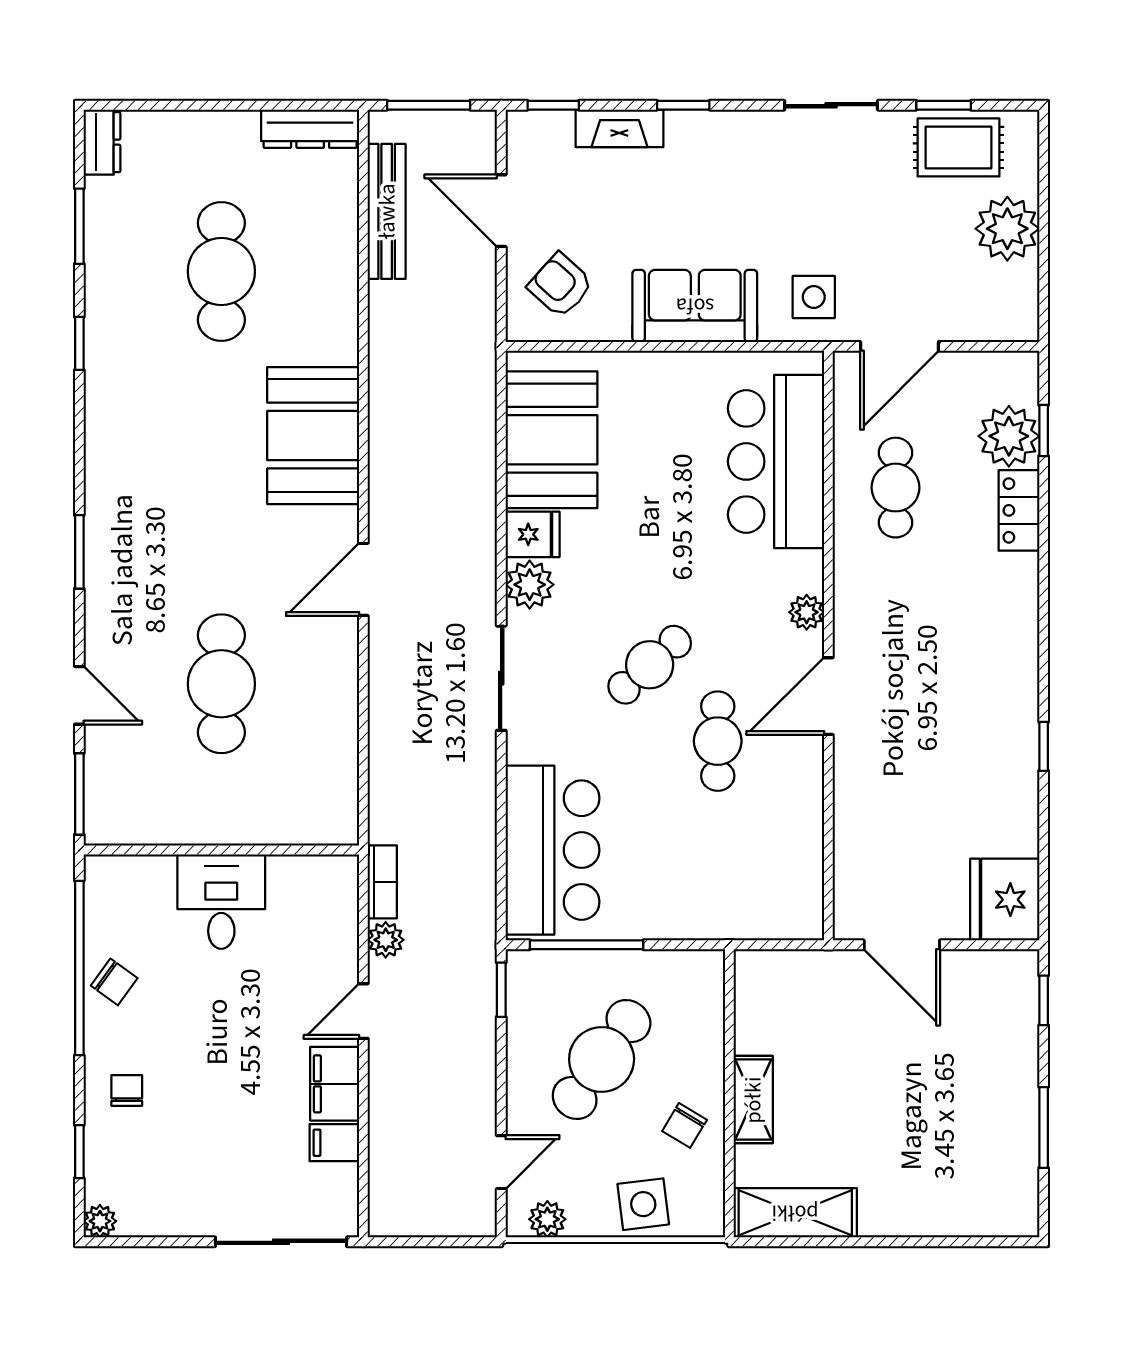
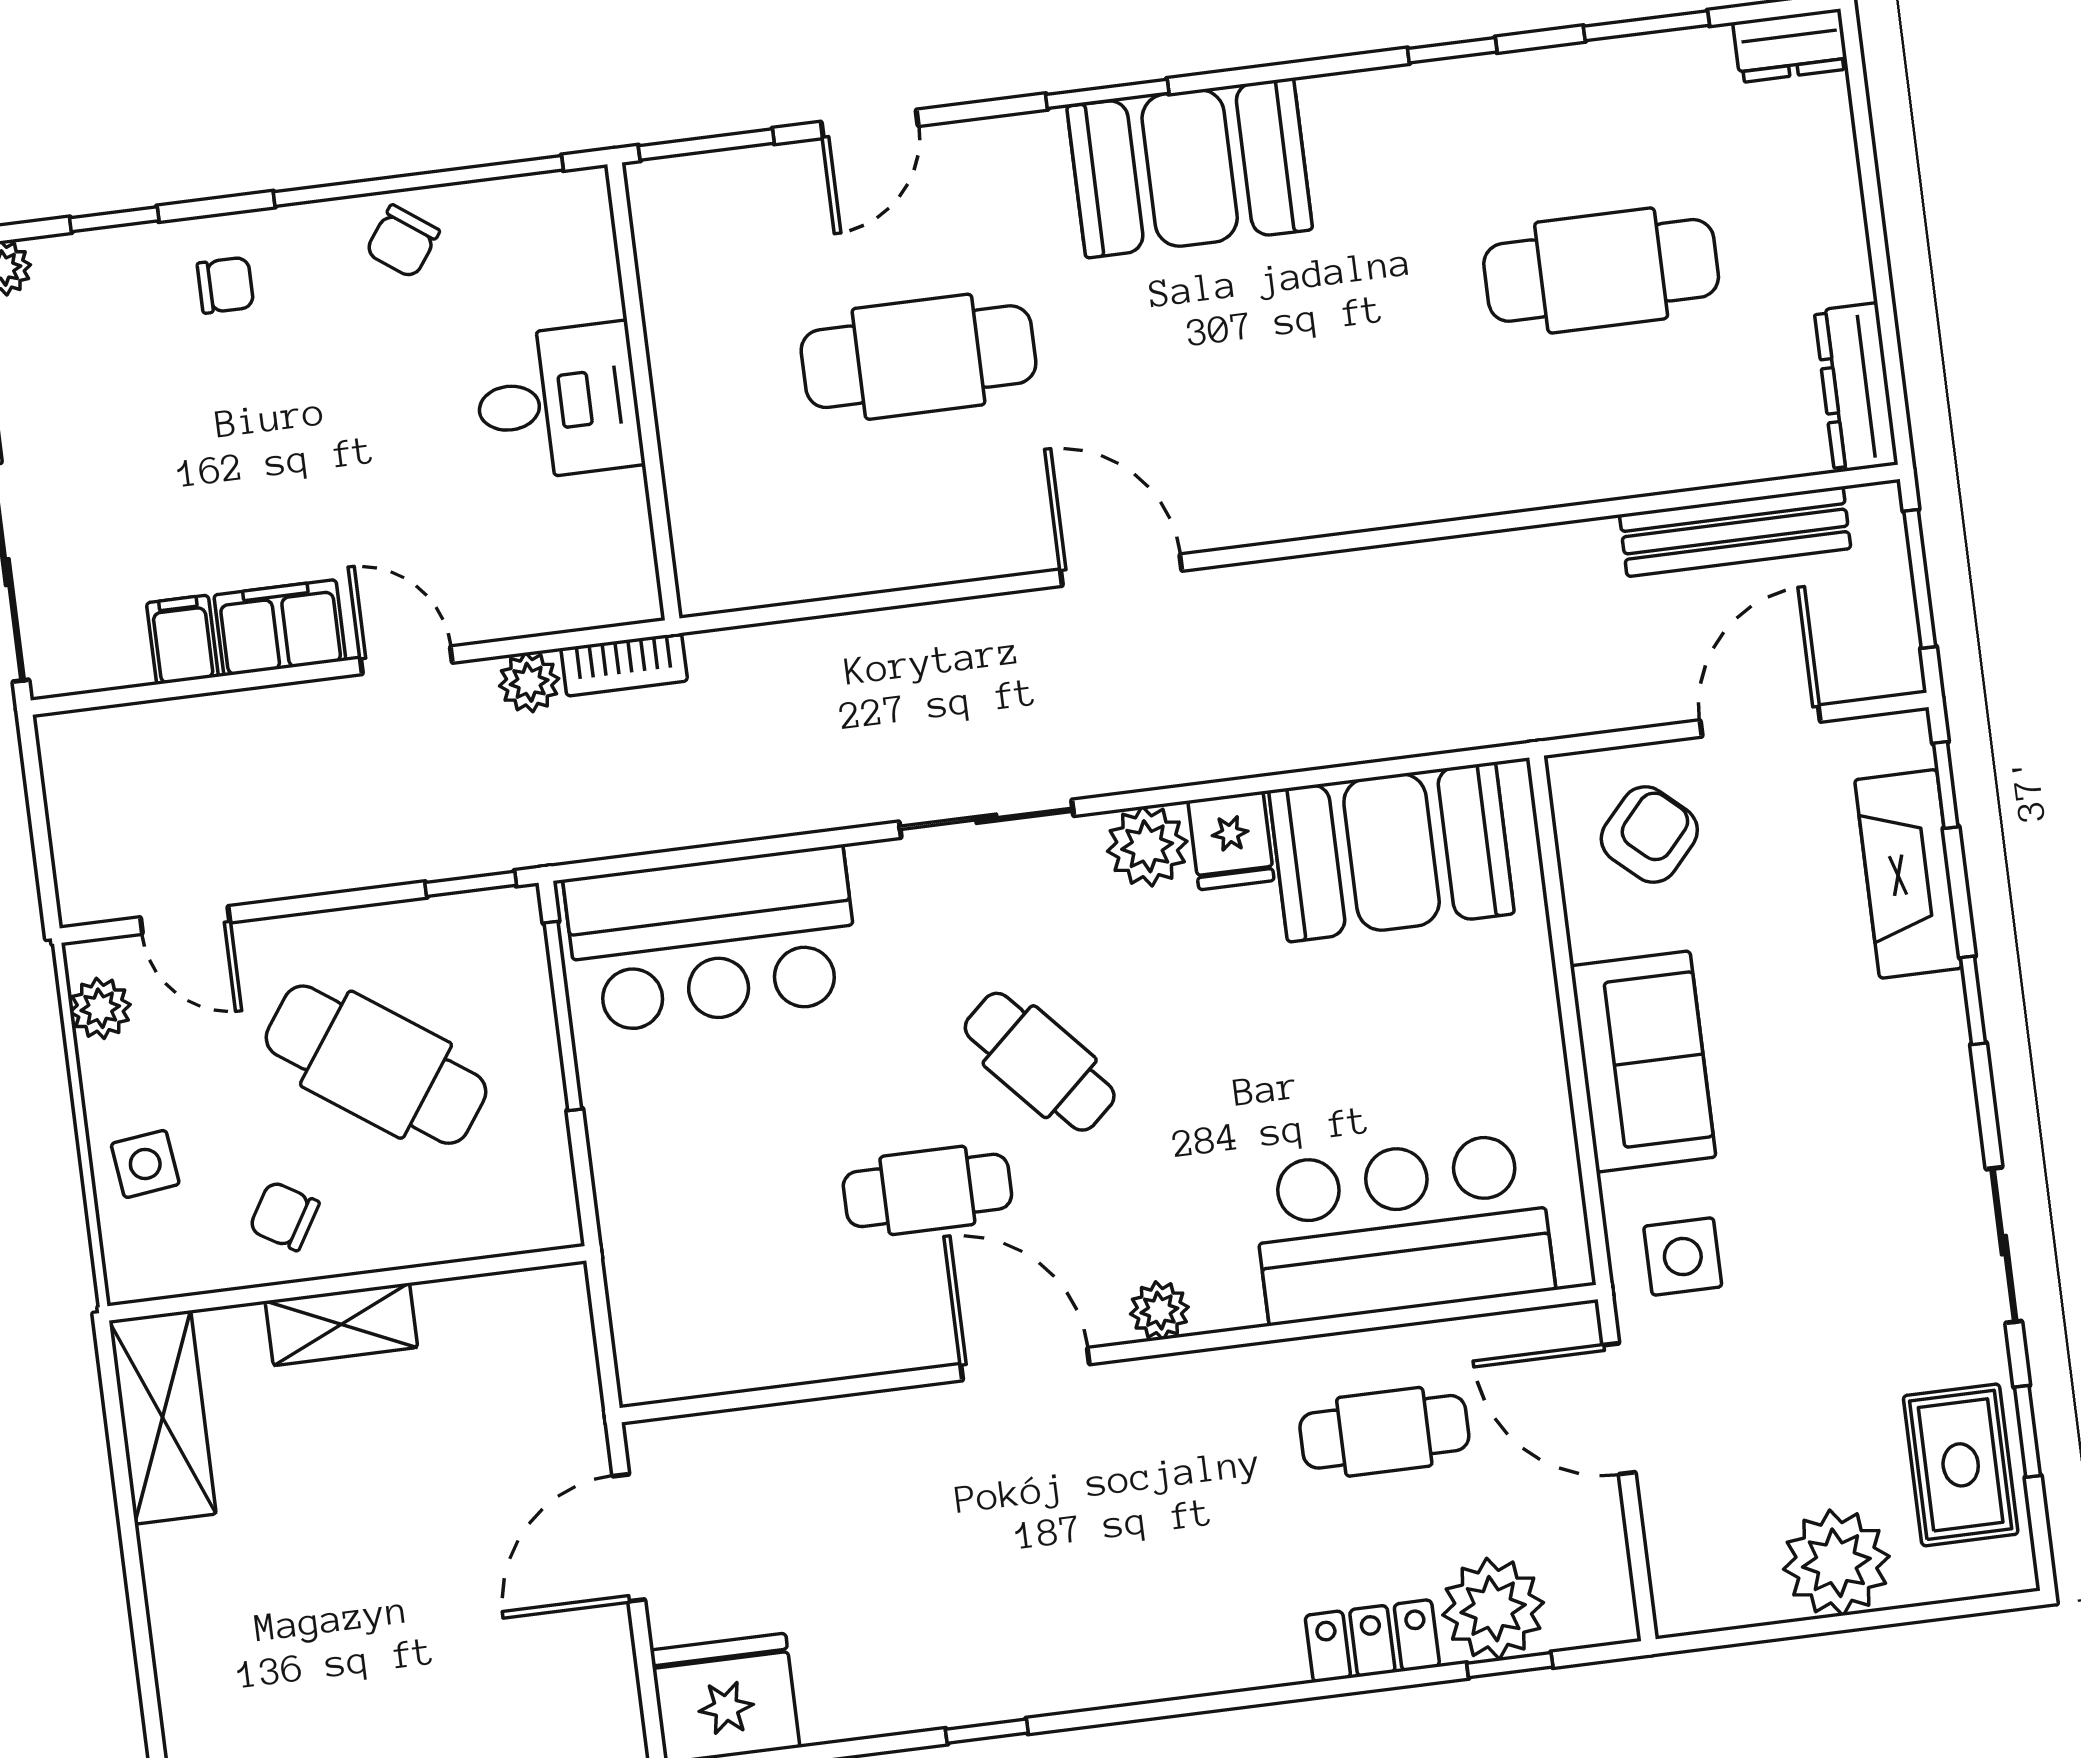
fireplace: (619, 128) -> (1908, 874), width x1.37, depth x1.32
booth: (313, 436) -> (1190, 168), moved
side table: (643, 1204) -> (145, 1164), width x0.73, depth x0.73

